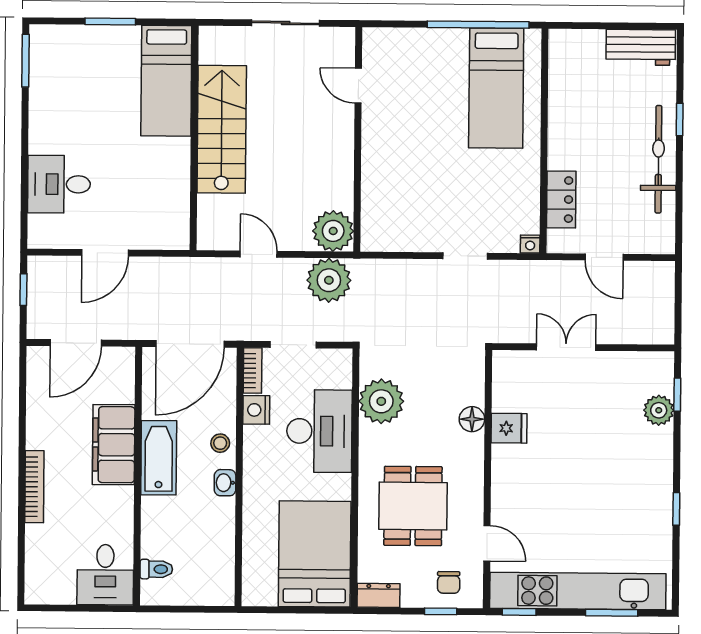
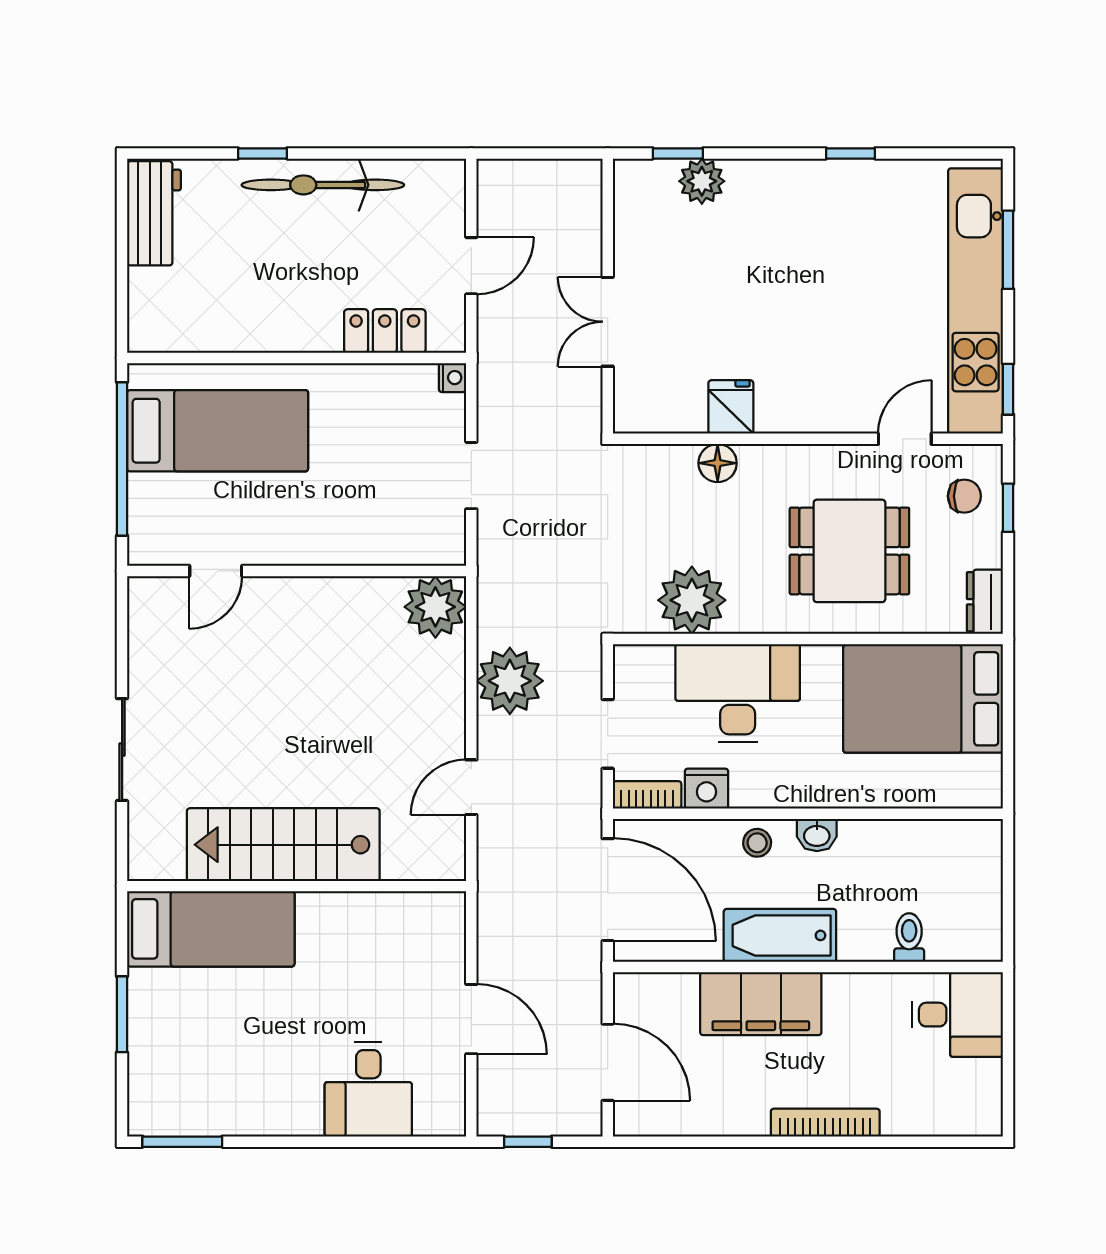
door: (358, 86) -> (216, 571), moved
wall: (358, 139) -> (297, 571), moved
plant: (333, 231) -> (435, 607), moved
toilet: (156, 569) -> (909, 938), moved

